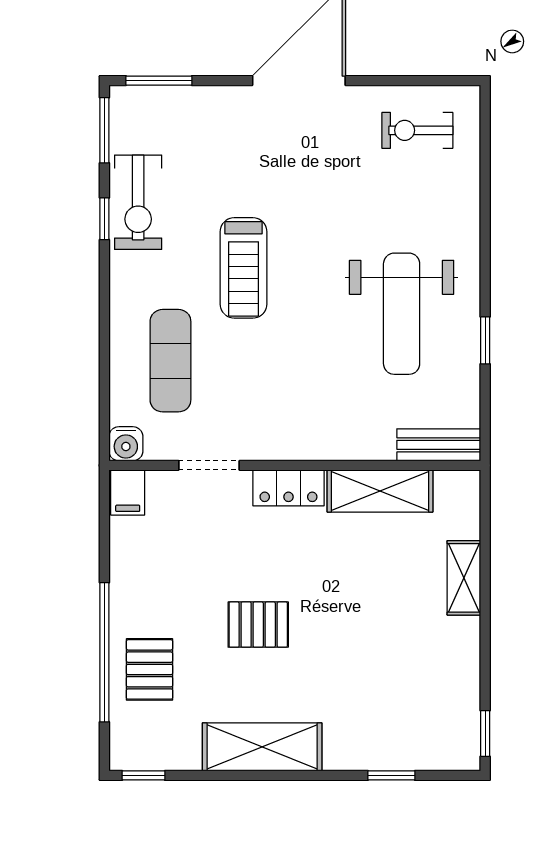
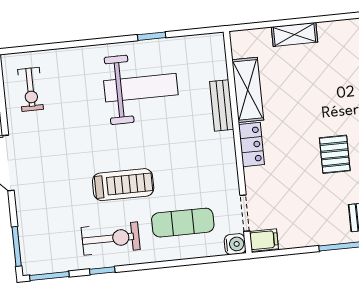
exercise bike: (138, 202) -> (111, 238), moved
bench: (439, 445) -> (222, 105), moved
doorway: (209, 465) -> (245, 213), moved

